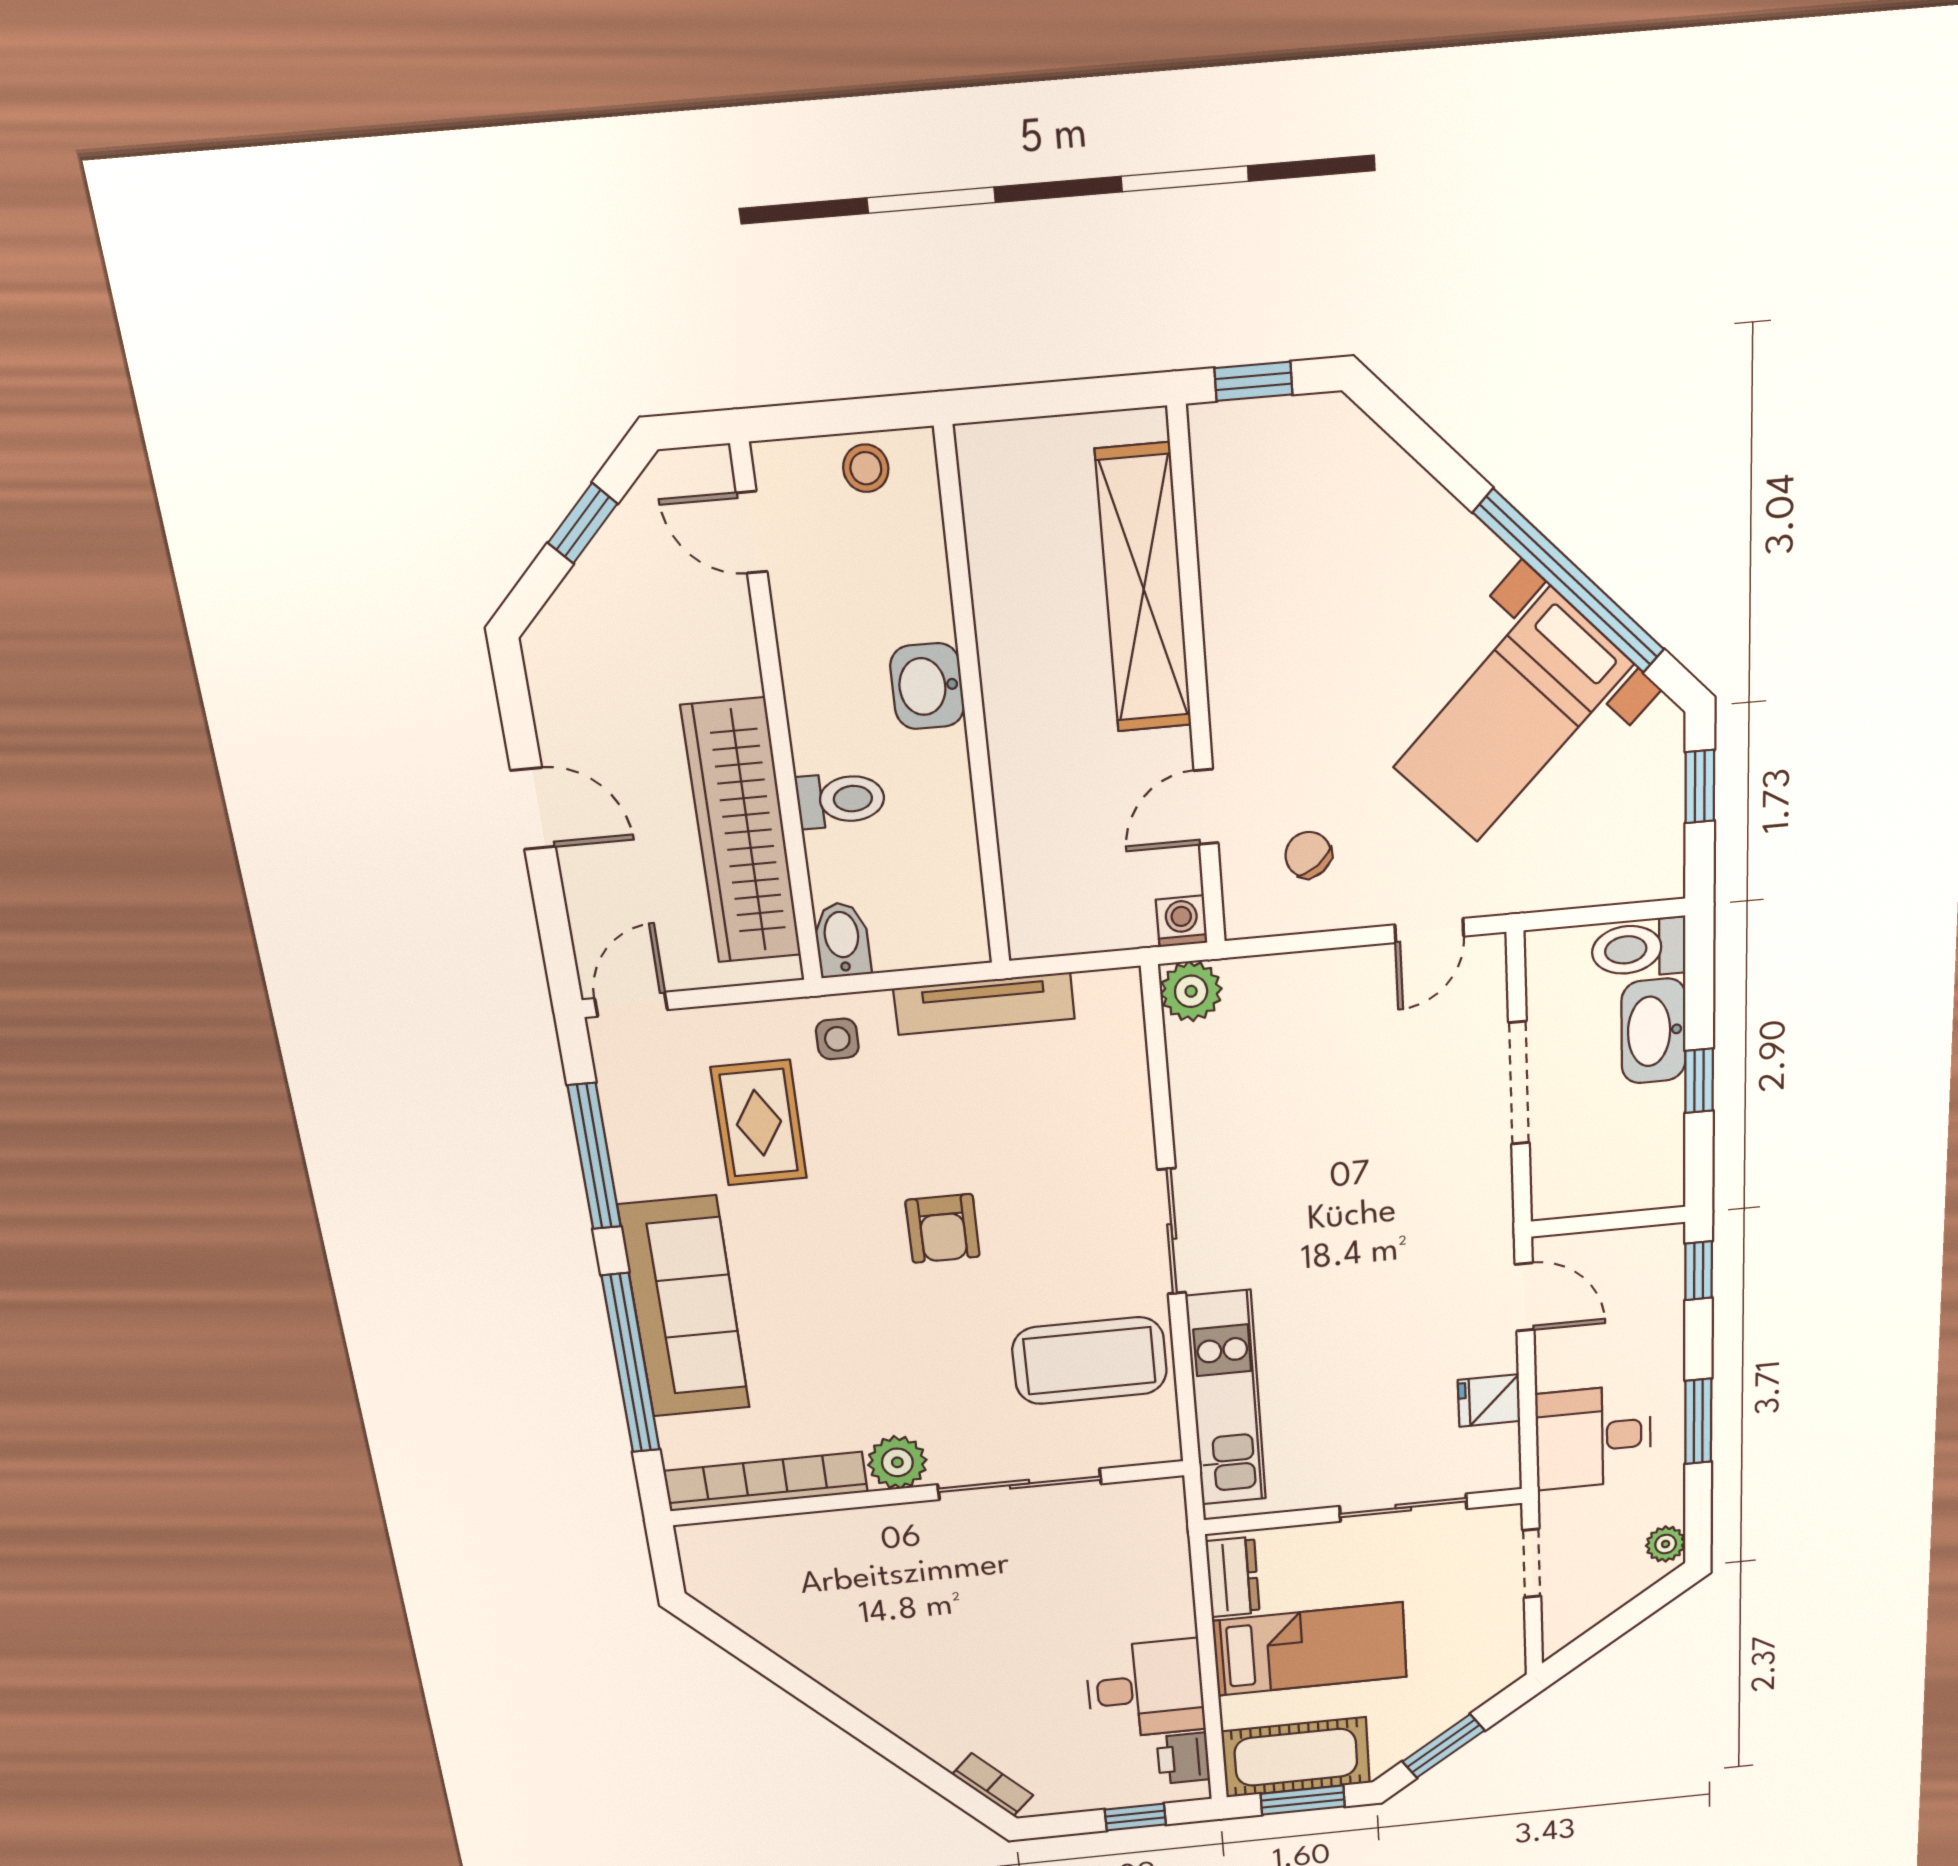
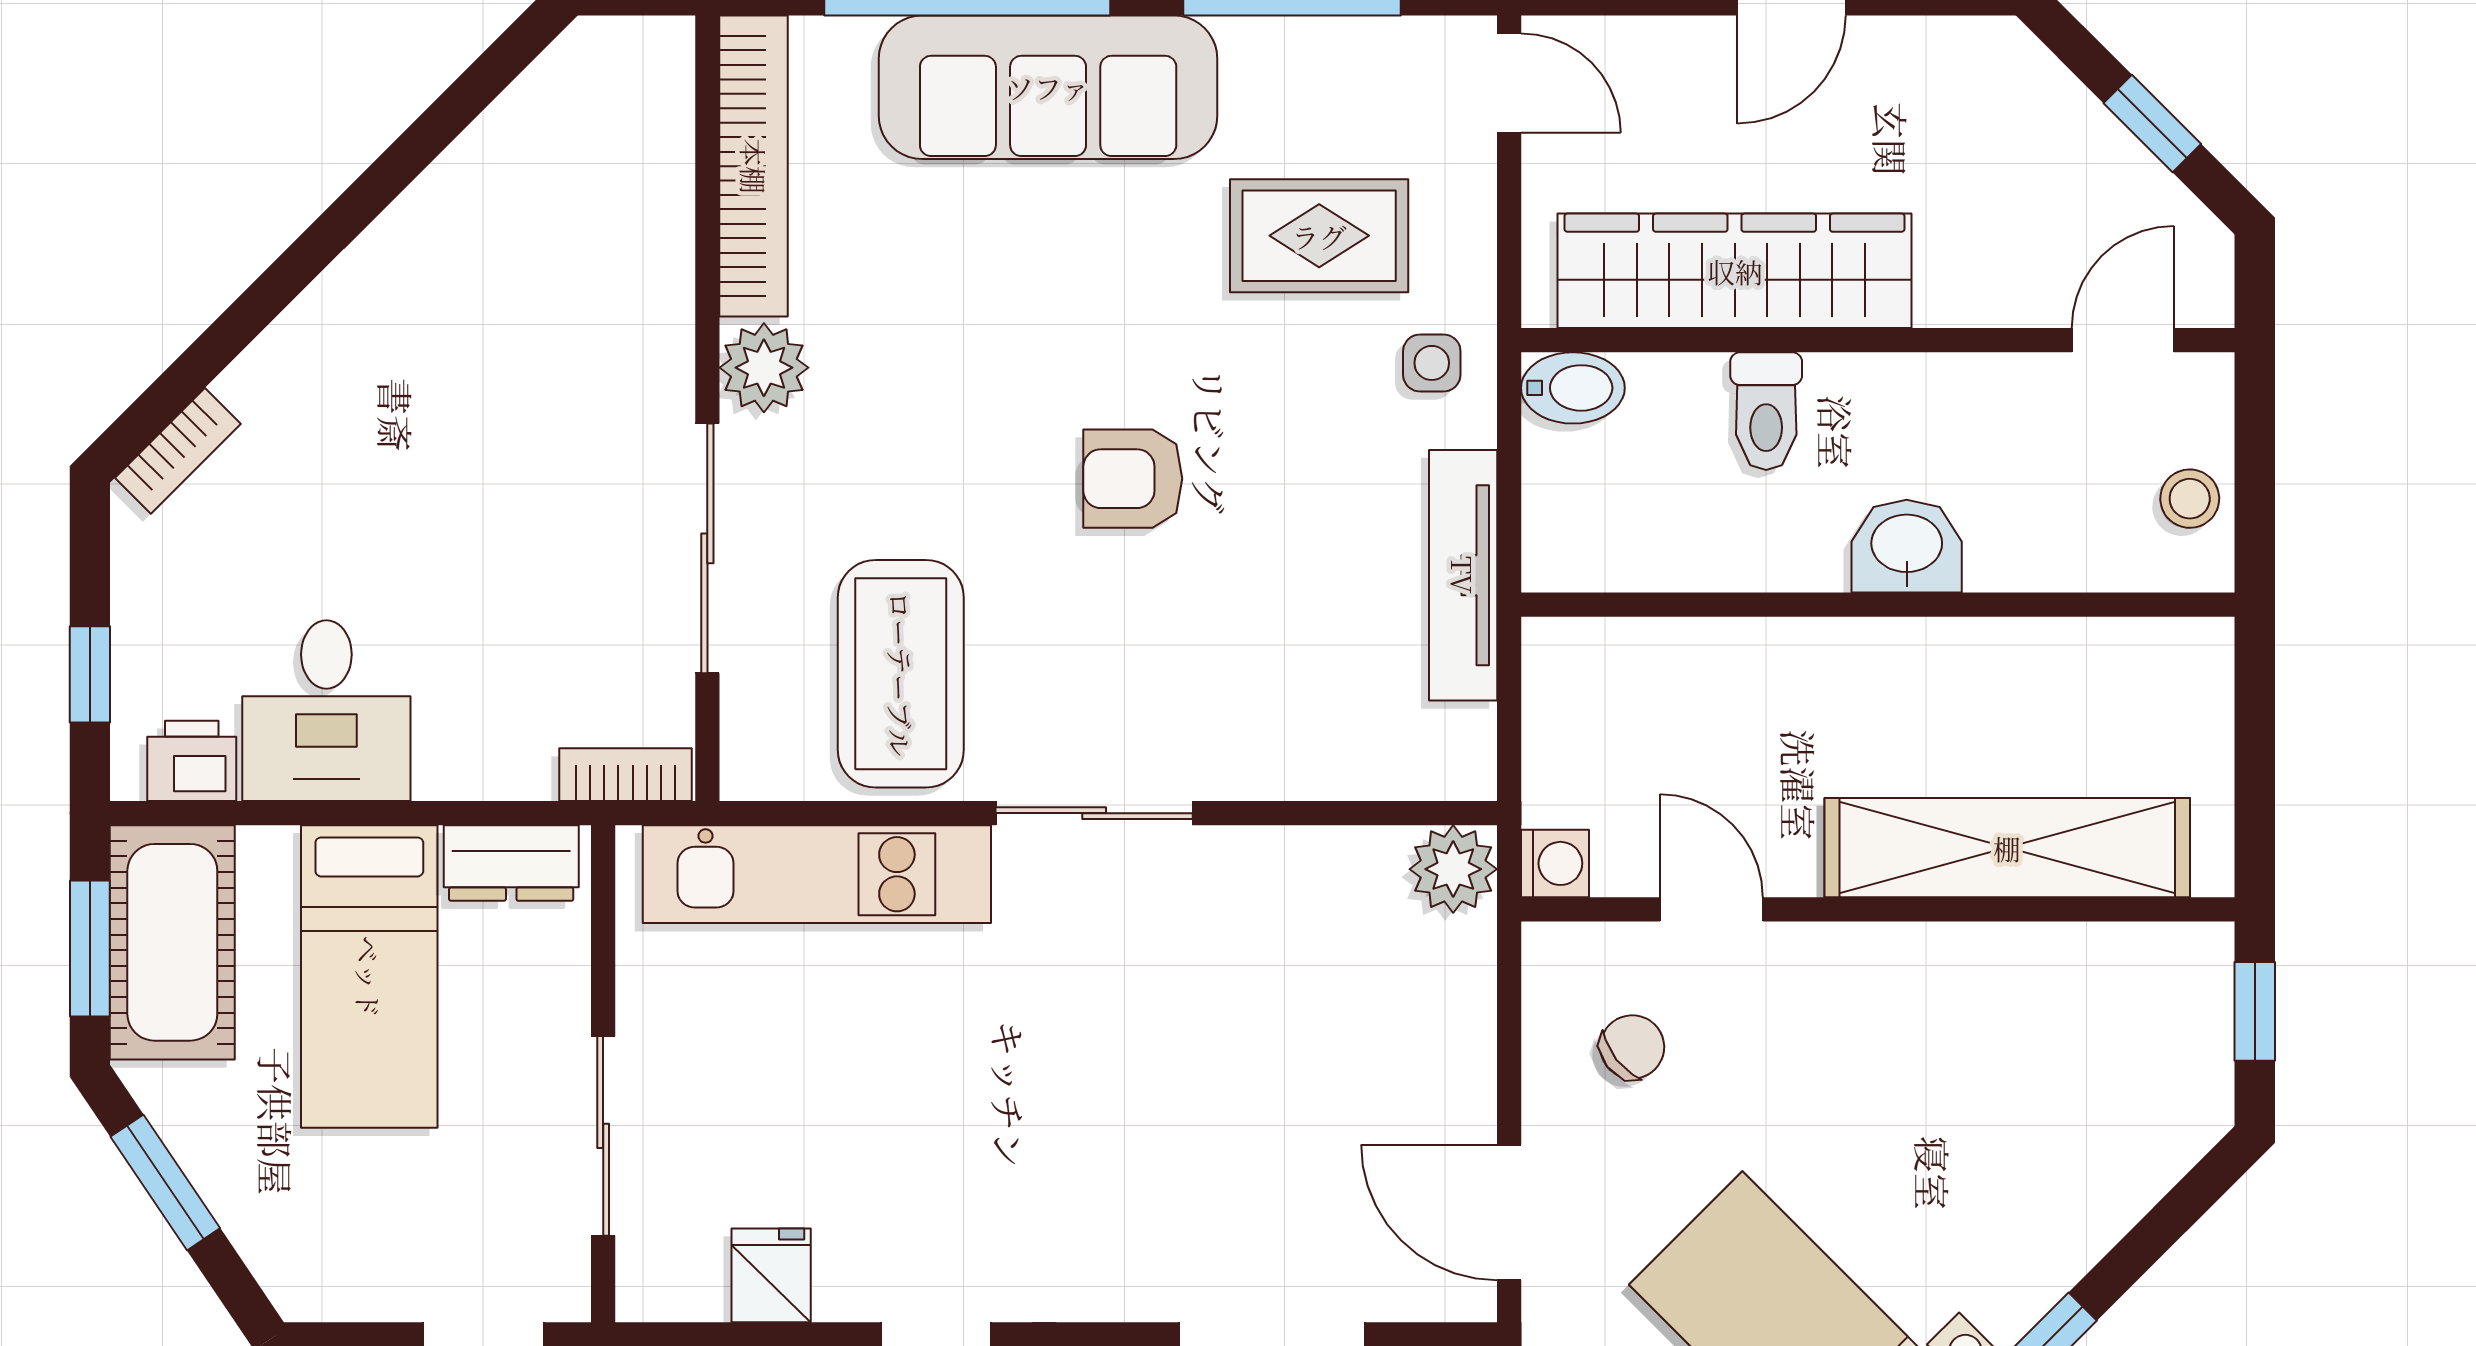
door: (1429, 931) -> (1509, 1212), width x1.38
bookcase: (1171, 1517) -> (626, 775), added

